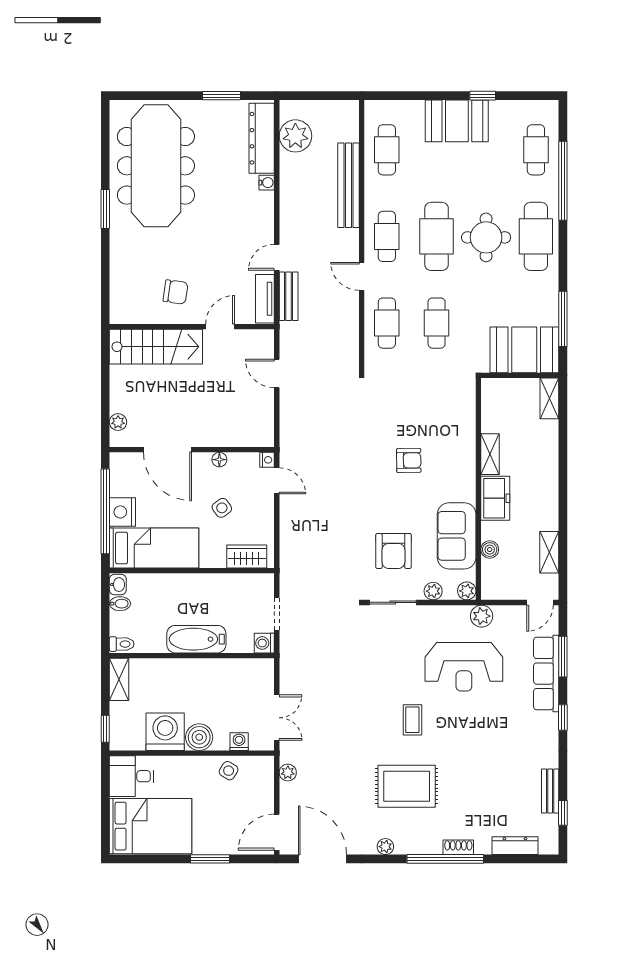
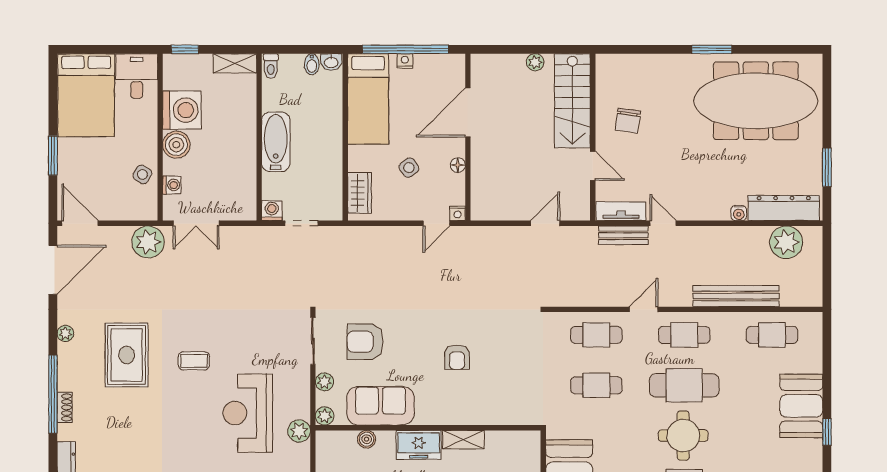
plant: (118, 422) -> (535, 62), moved
nightstand: (122, 512) -> (405, 61), width x0.53, depth x0.56
plant: (288, 773) -> (148, 242), width x1.88, depth x1.88

